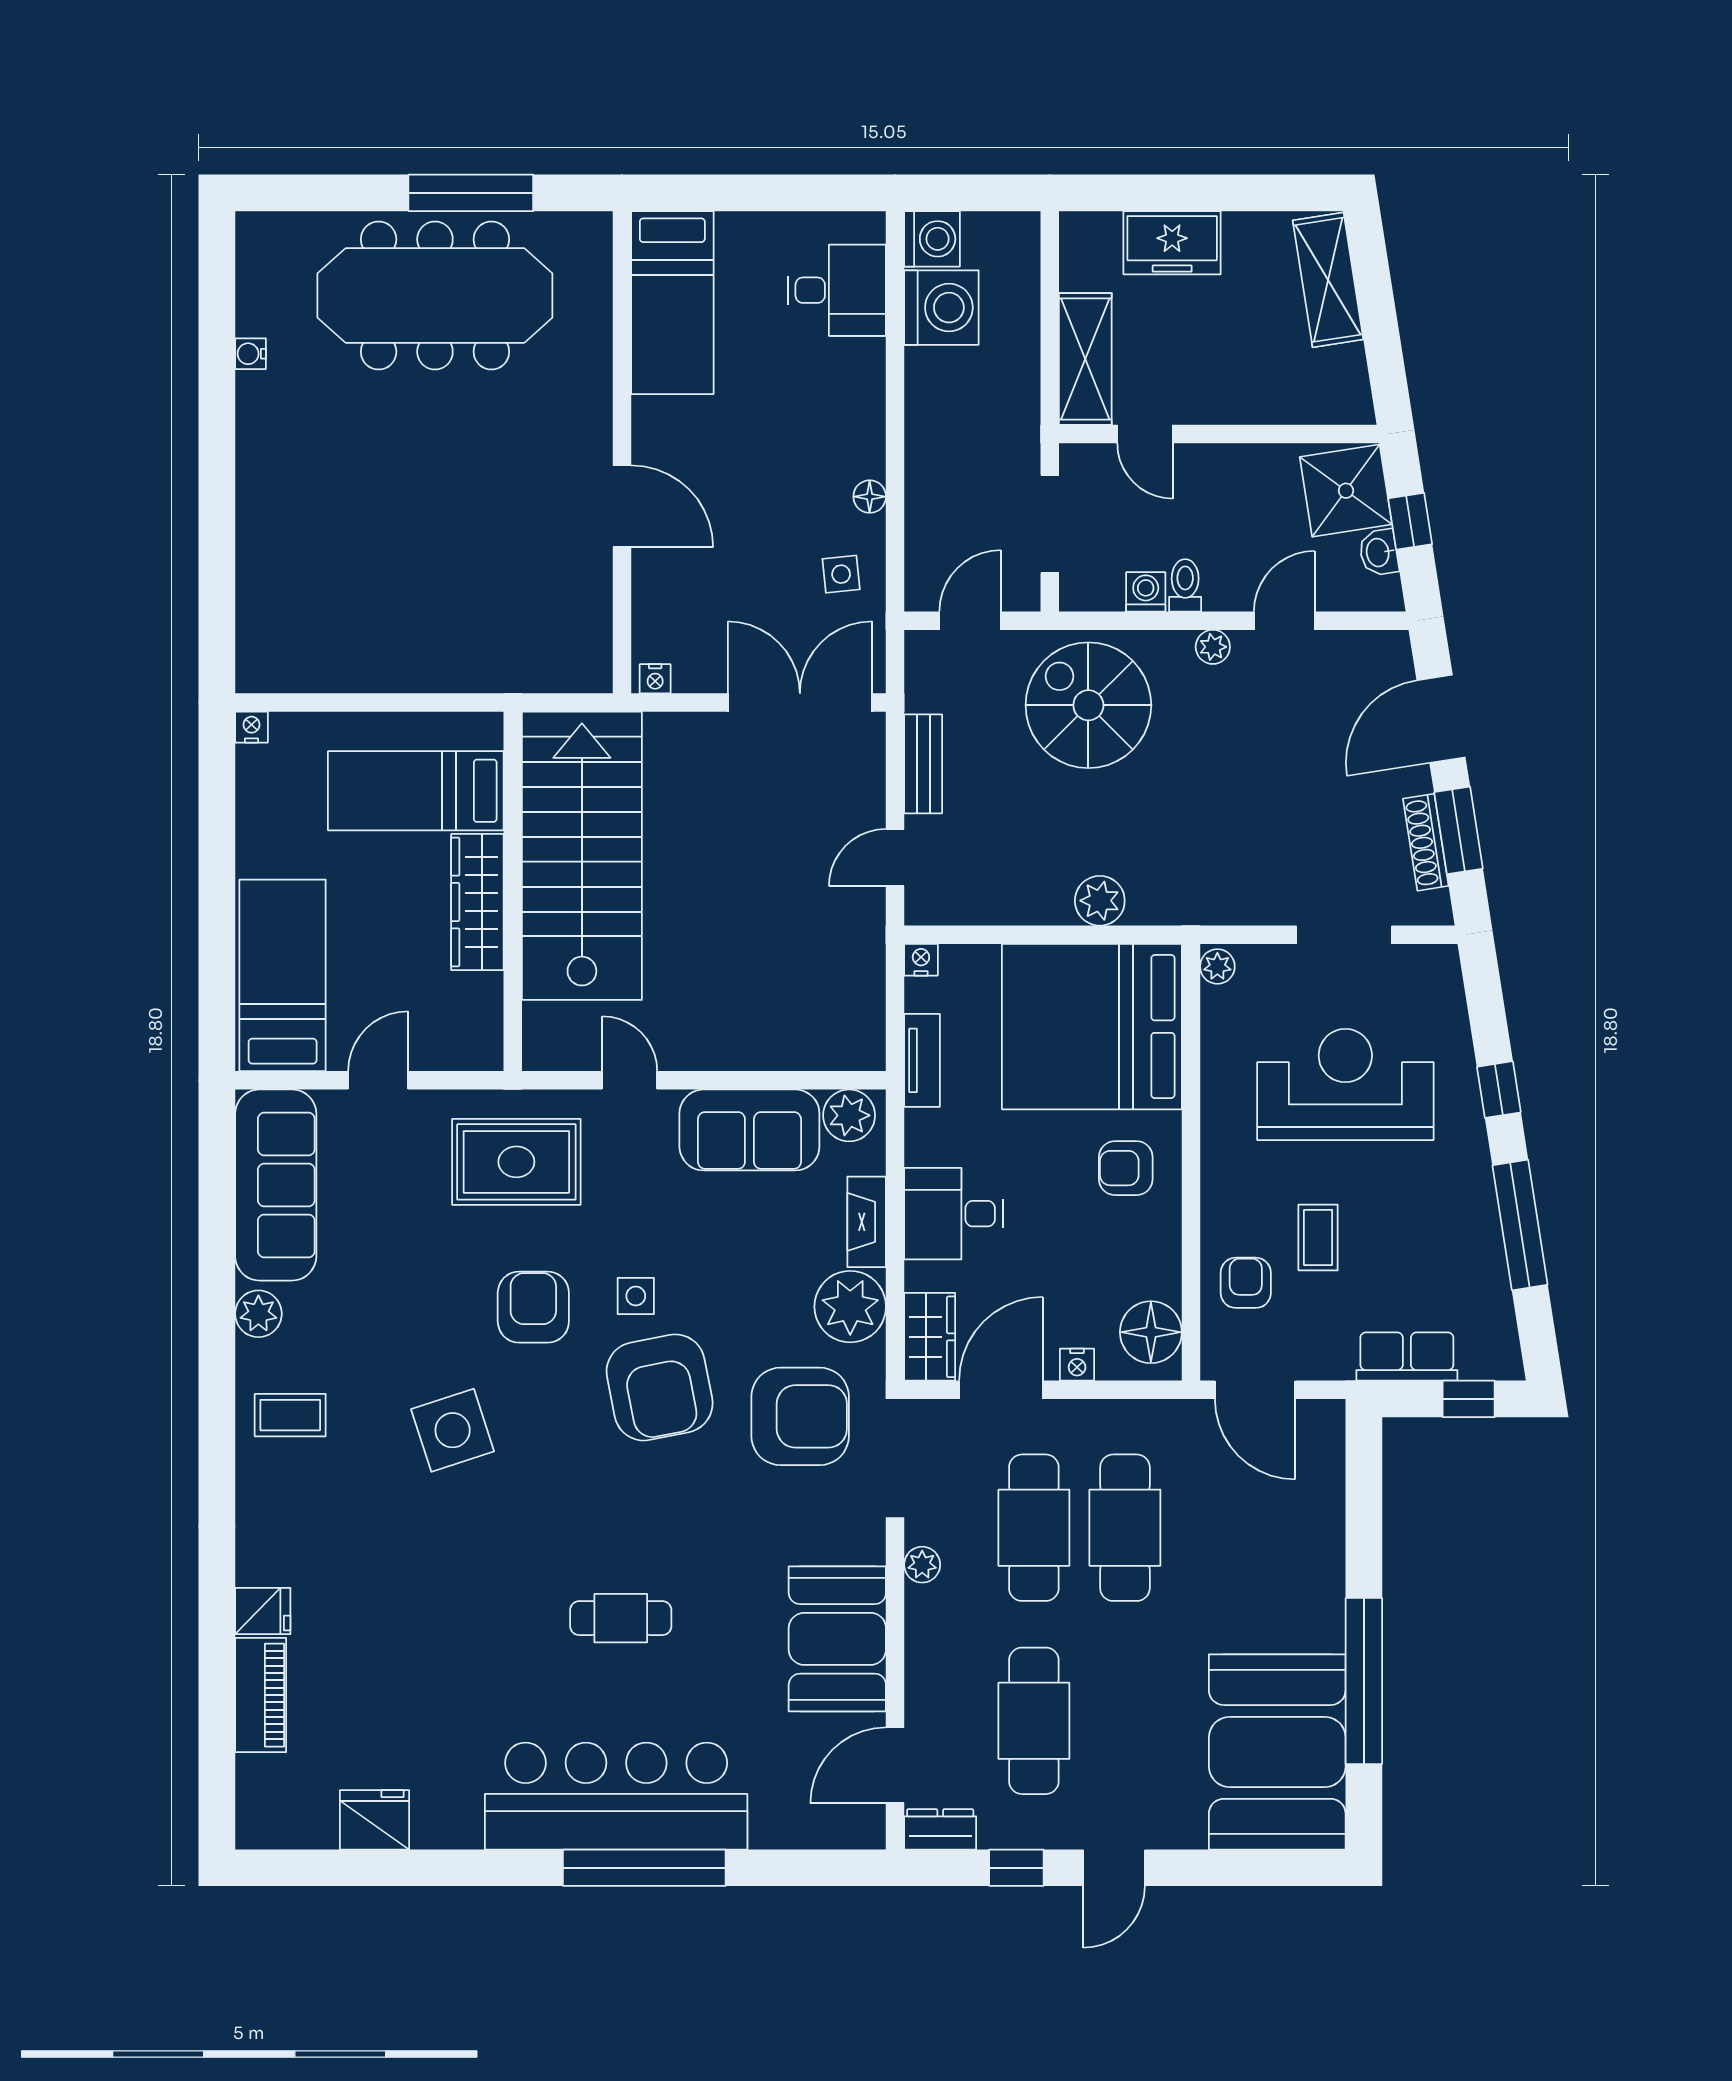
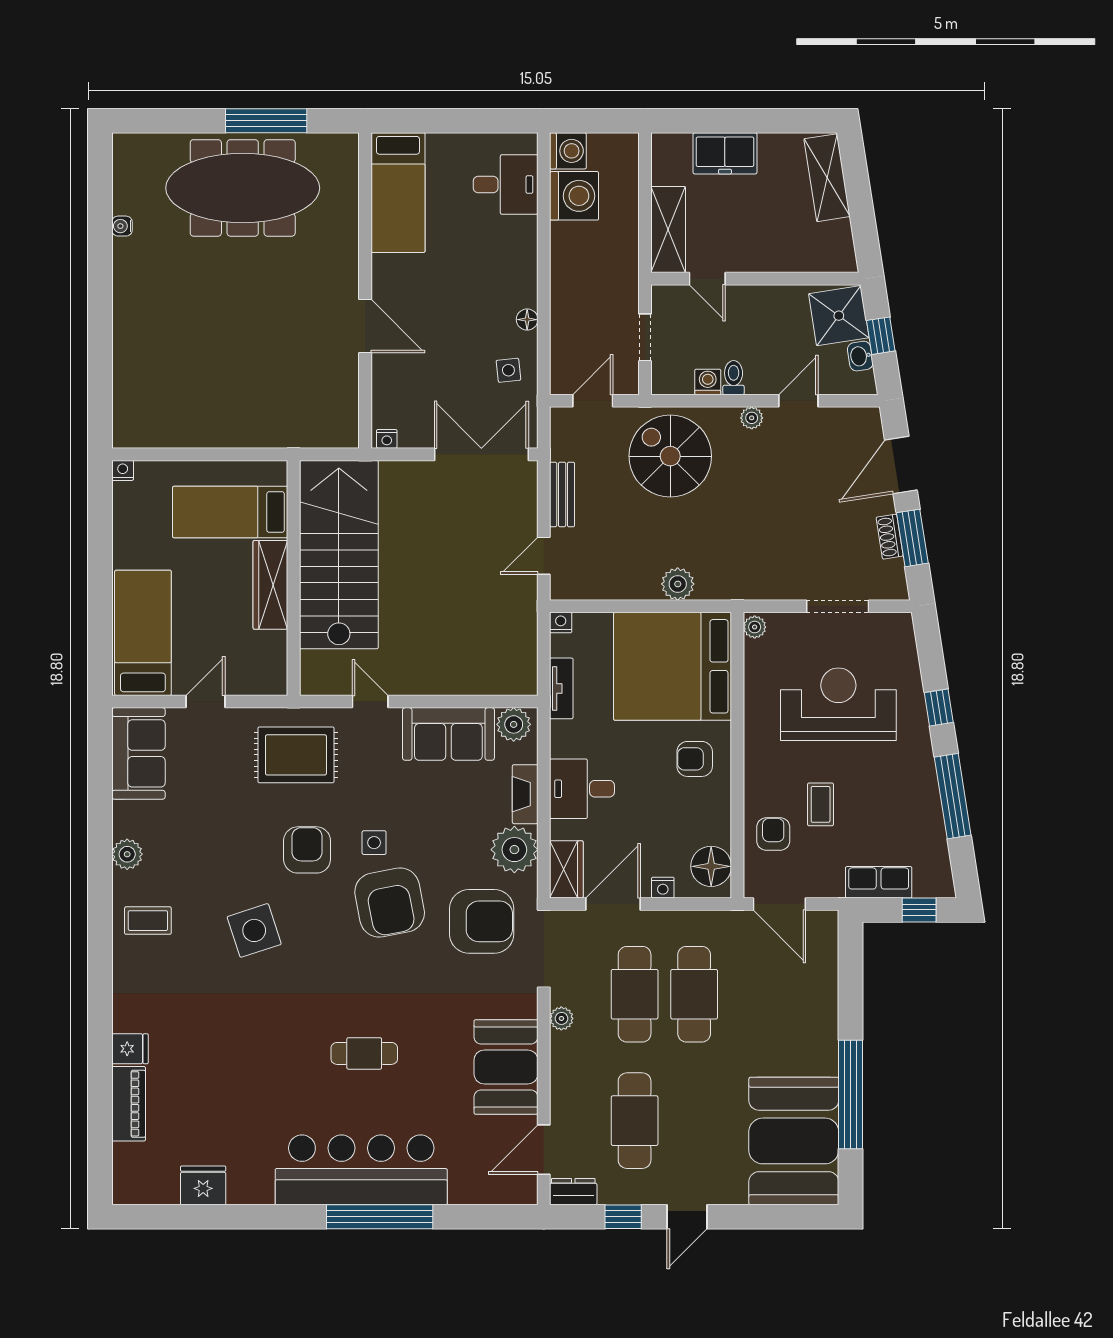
doorway: (1050, 524) -> (645, 337), width x0.73
shoe rack: (1426, 842) -> (890, 537), width x0.70
sofa: (276, 1185) -> (138, 753), width x0.73

